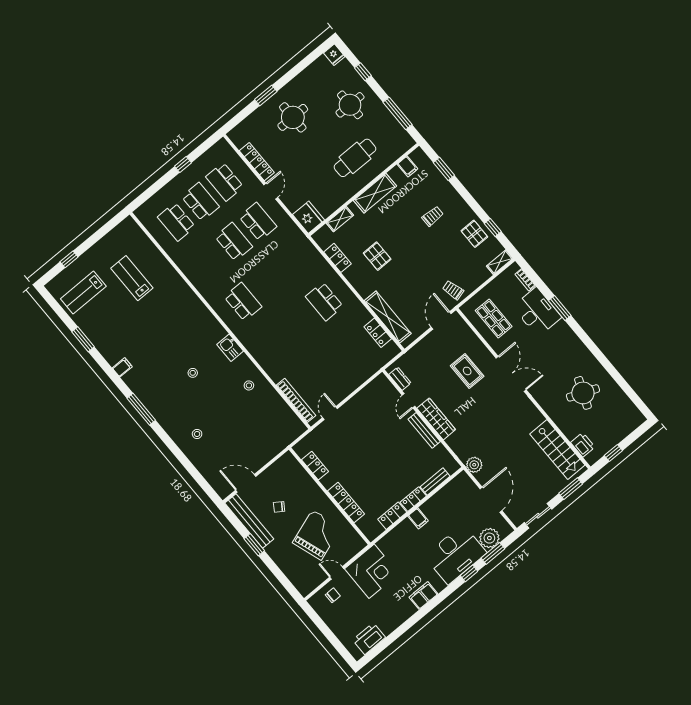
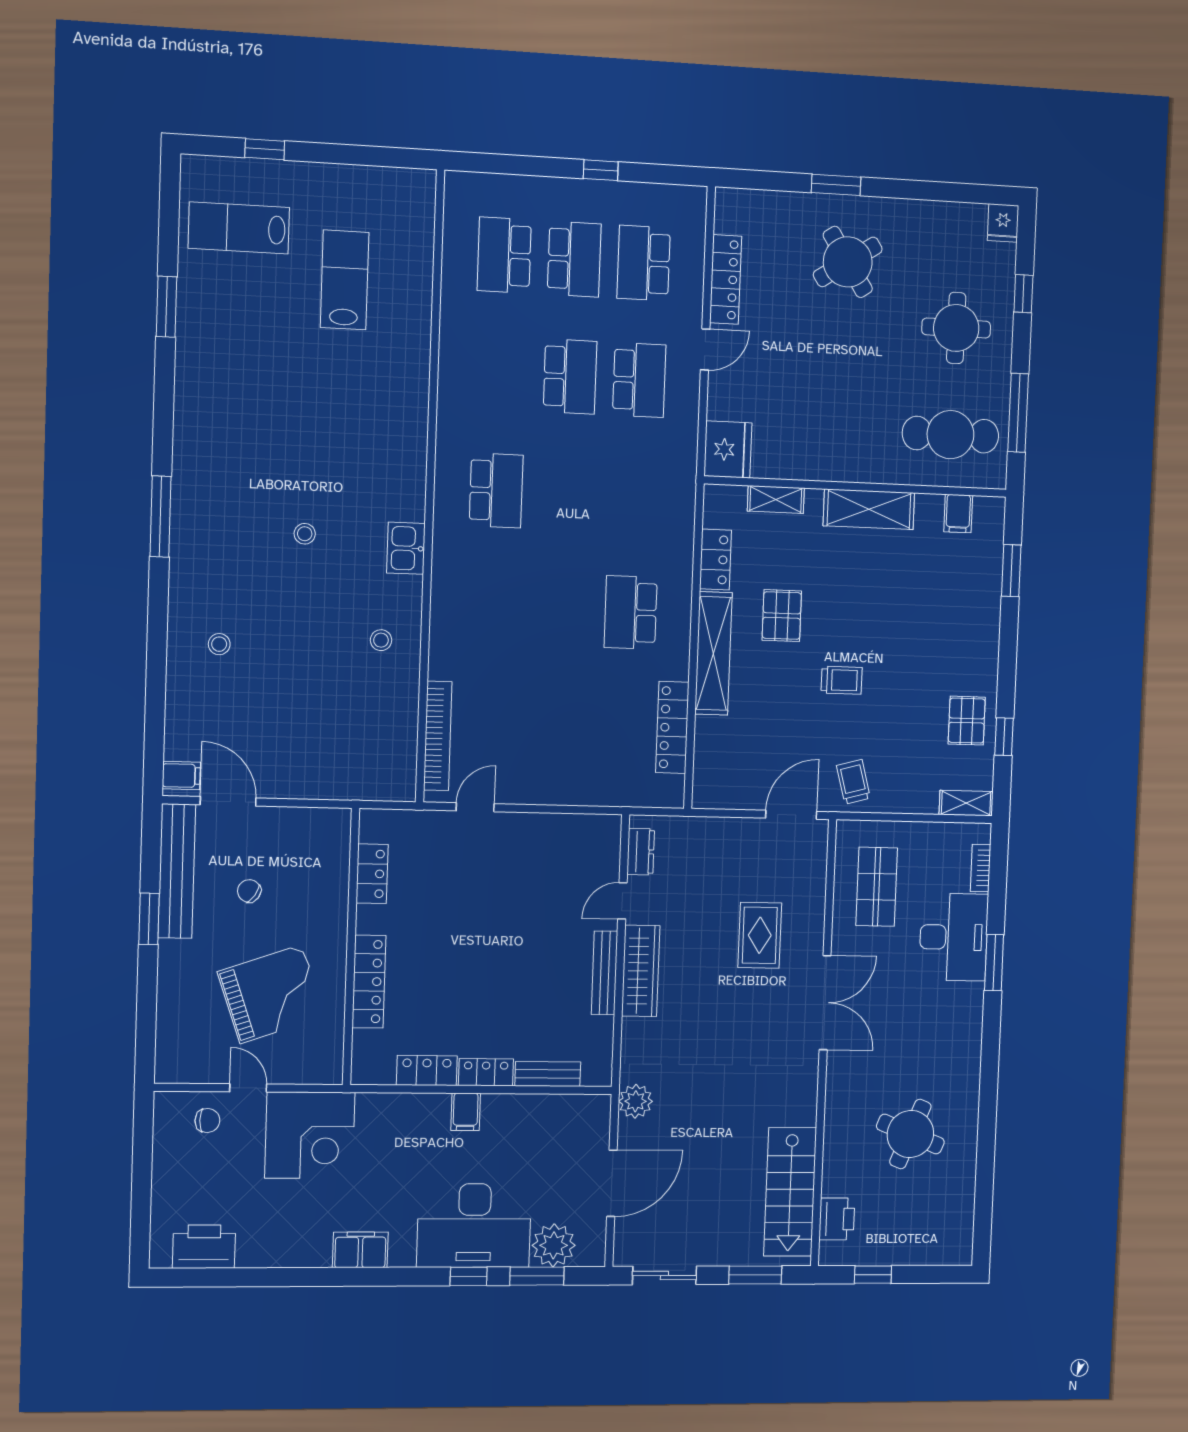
round table: (293, 117) -> (848, 262), turned -33
cafe table: (355, 158) -> (950, 435), moved
trolley: (433, 216) -> (842, 680), moved
shelving: (388, 317) -> (713, 653), moved
locker: (378, 333) -> (672, 727), width x1.53
filing cabinet: (122, 367) -> (181, 776), moved

